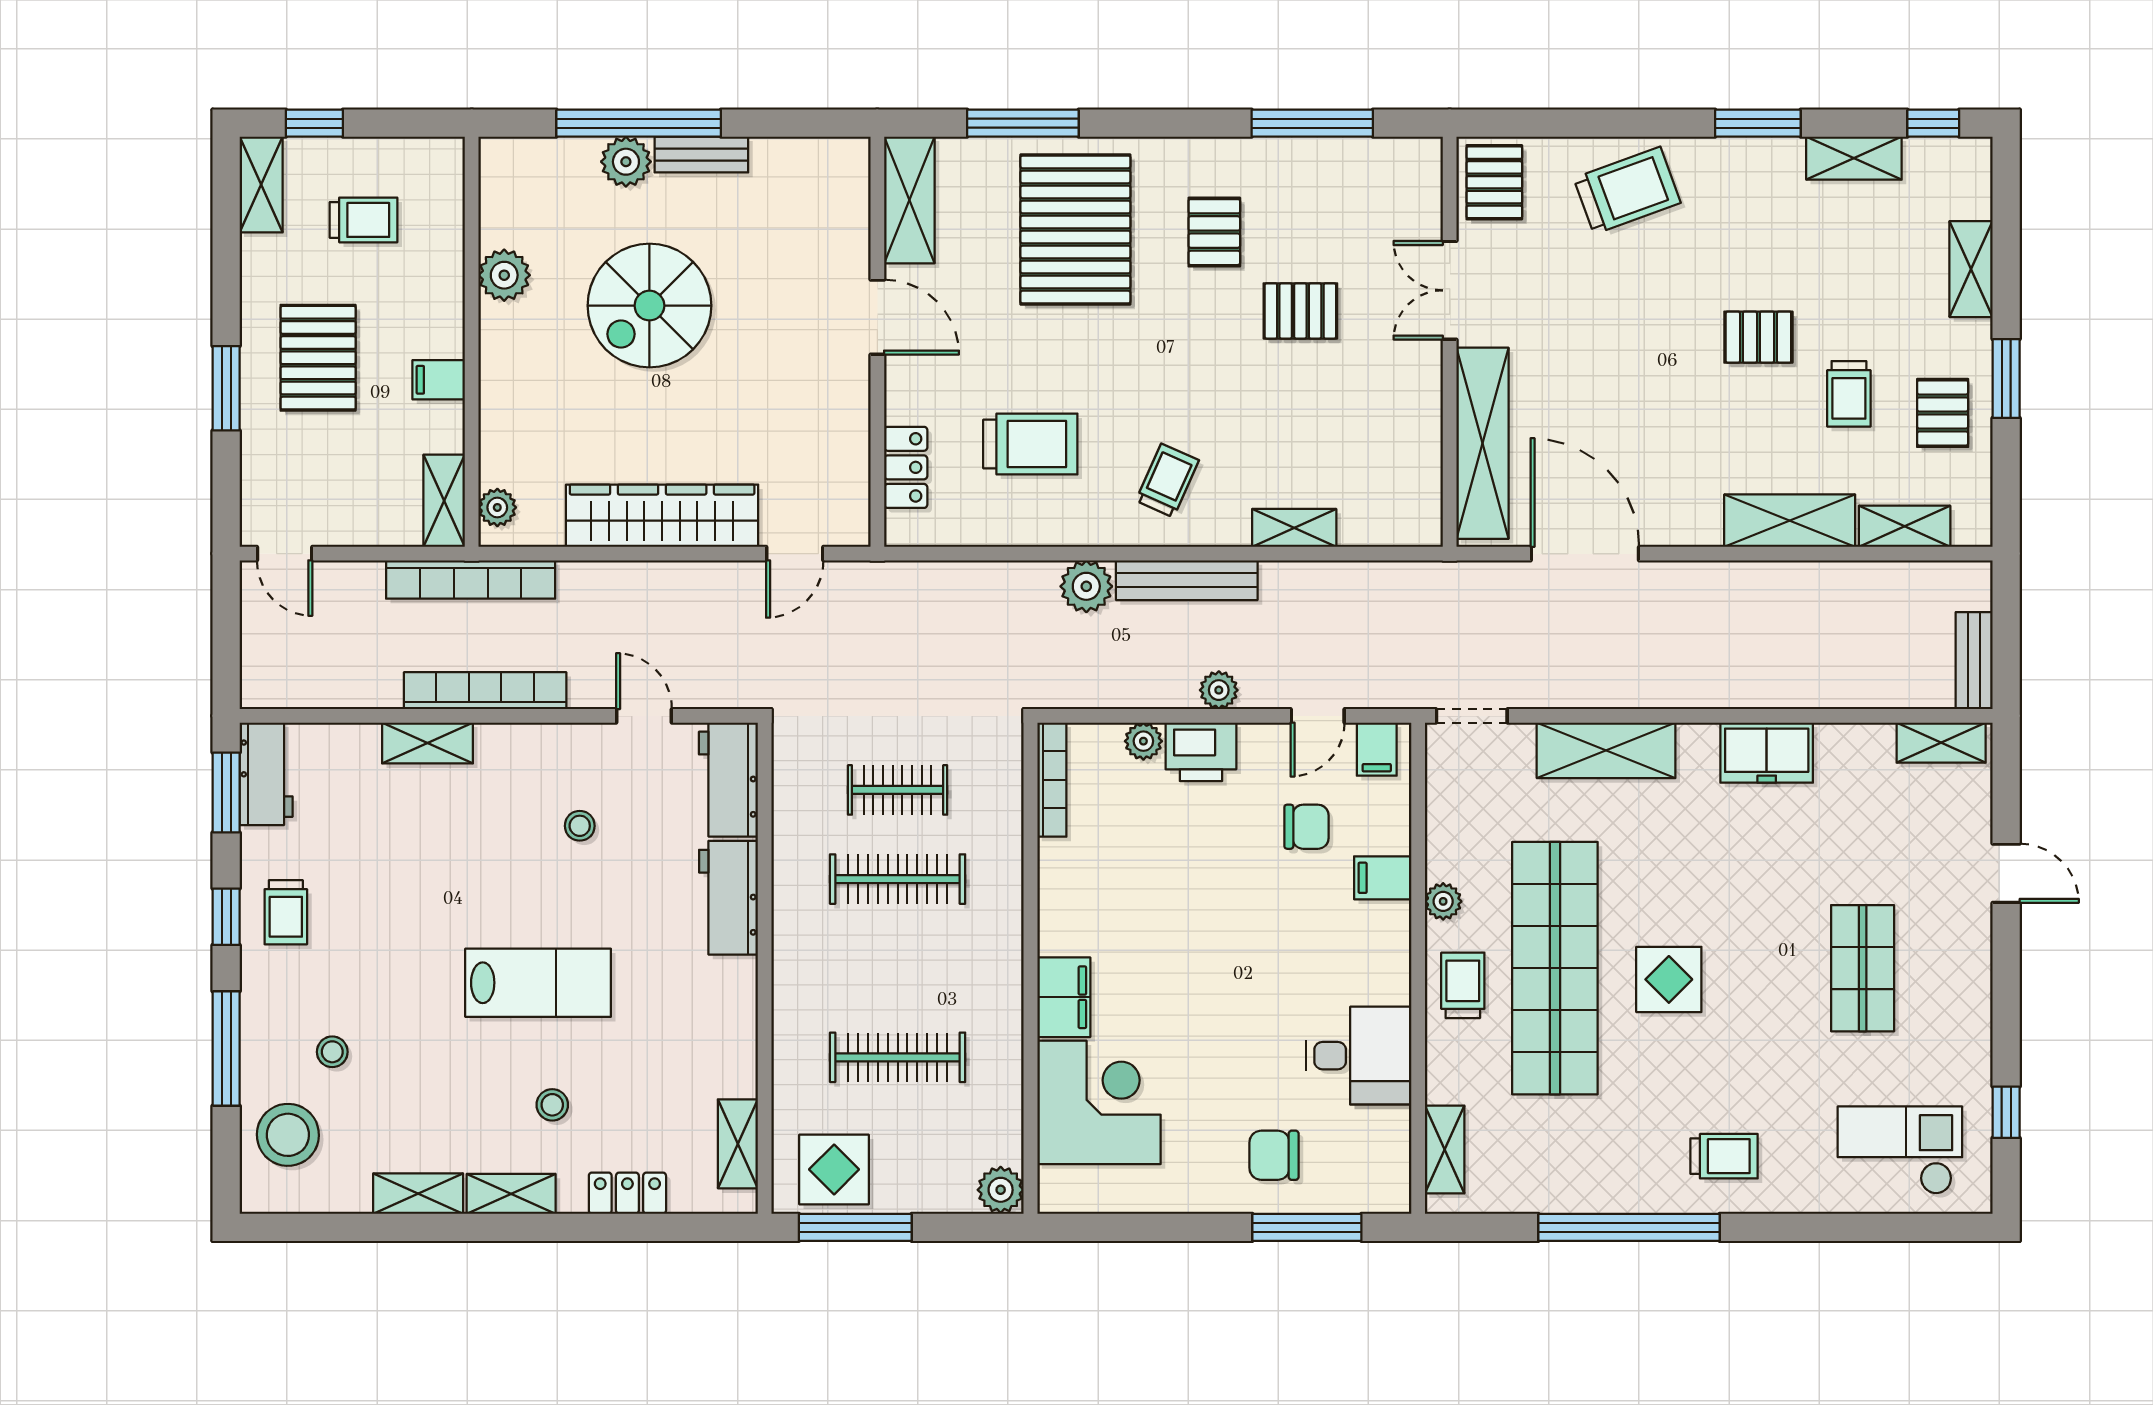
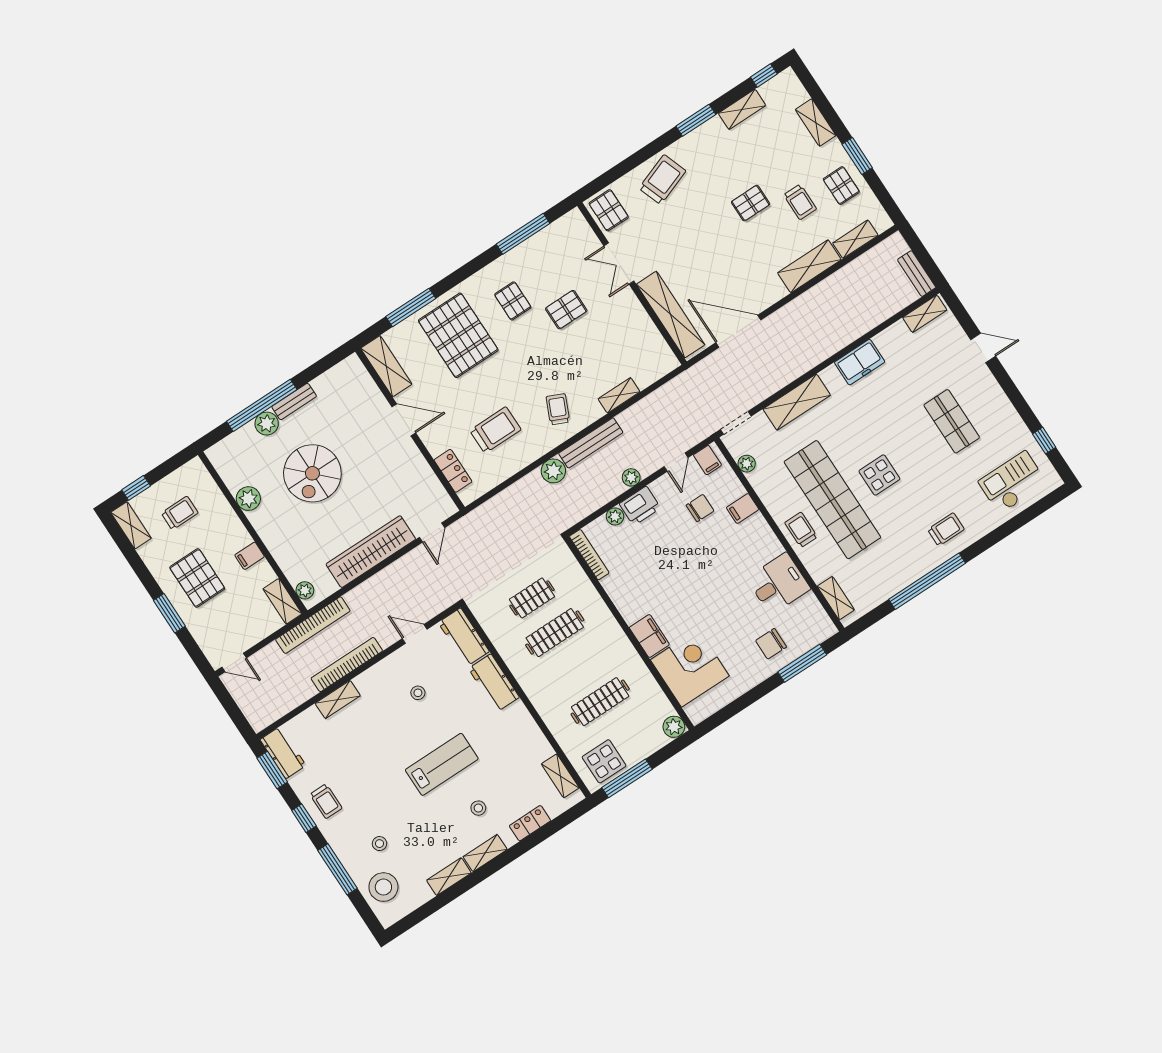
plant: (1443, 901) -> (747, 464), moved

